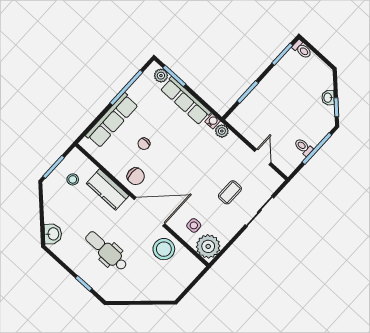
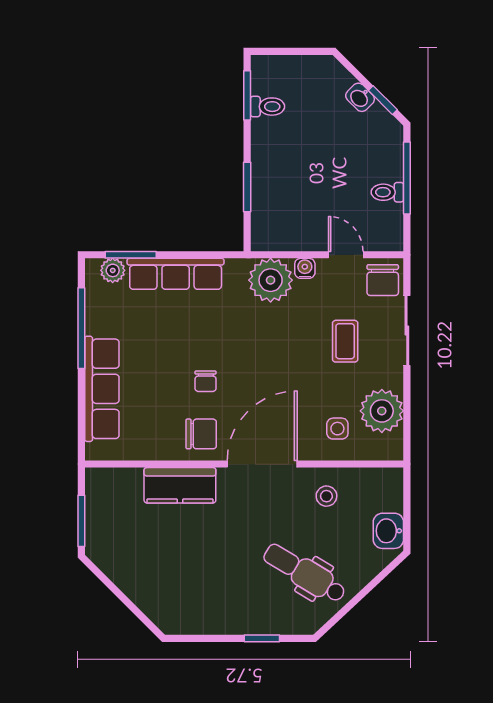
toilet: (302, 49) -> (267, 107), moved
water cooler: (213, 121) -> (305, 268), moved
plant: (222, 131) -> (271, 280), width x1.88, depth x1.88
chair: (144, 144) -> (206, 381), moved
stool: (73, 179) -> (122, 514), removed
chair: (268, 181) -> (383, 280), added
washbasin: (53, 234) -> (388, 531), moved, turned -135
plant: (208, 246) -> (382, 411), moved
stool: (164, 249) -> (326, 496), width x0.53, depth x0.53
dental chair: (106, 251) -> (305, 573), moved, turned 31

